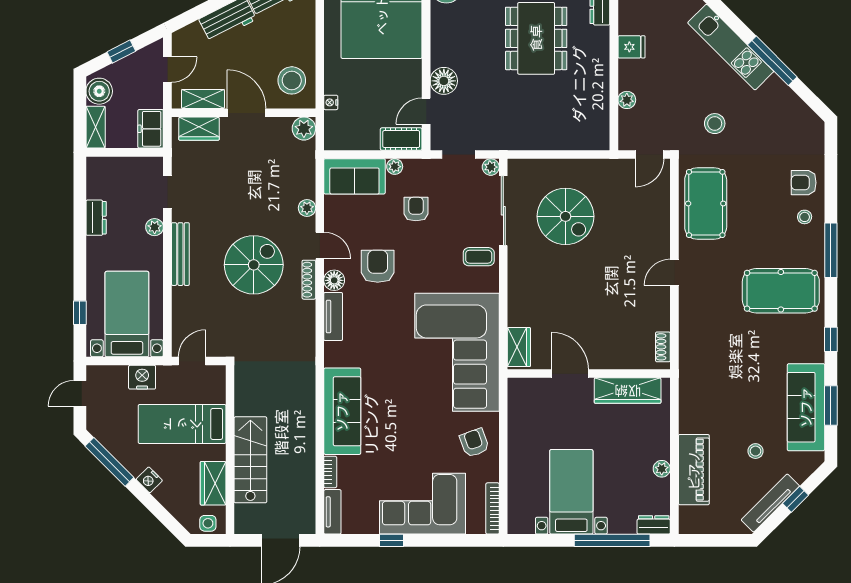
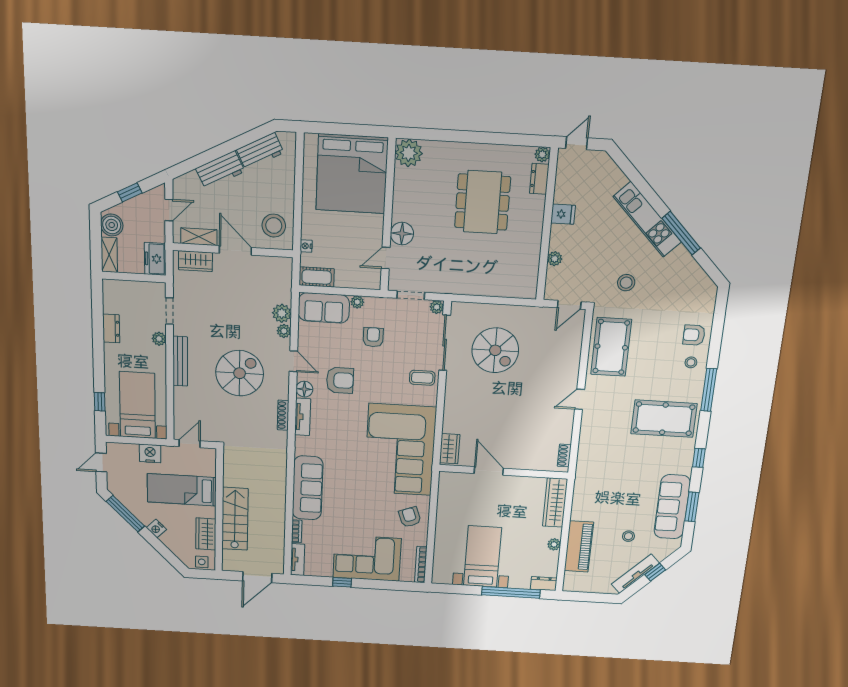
plant: (304, 129) -> (282, 313), moved
cot: (401, 139) -> (317, 277), moved
armchair: (378, 266) -> (340, 380), turned 90
shoe rack: (309, 280) -> (283, 415), moved
wardrobe: (628, 391) -> (555, 503), moved, turned 90

